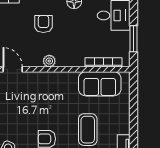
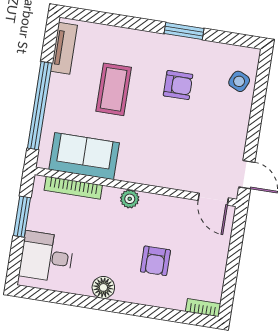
plant: (49, 61) -> (130, 199), moved
window: (133, 112) -> (40, 106), added

